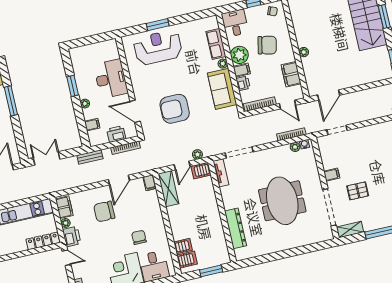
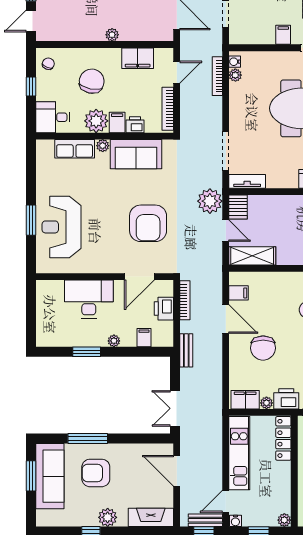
plant: (197, 154) -> (210, 201), width x1.87, depth x1.87
filing cabinet: (150, 183) -> (239, 293), moved

